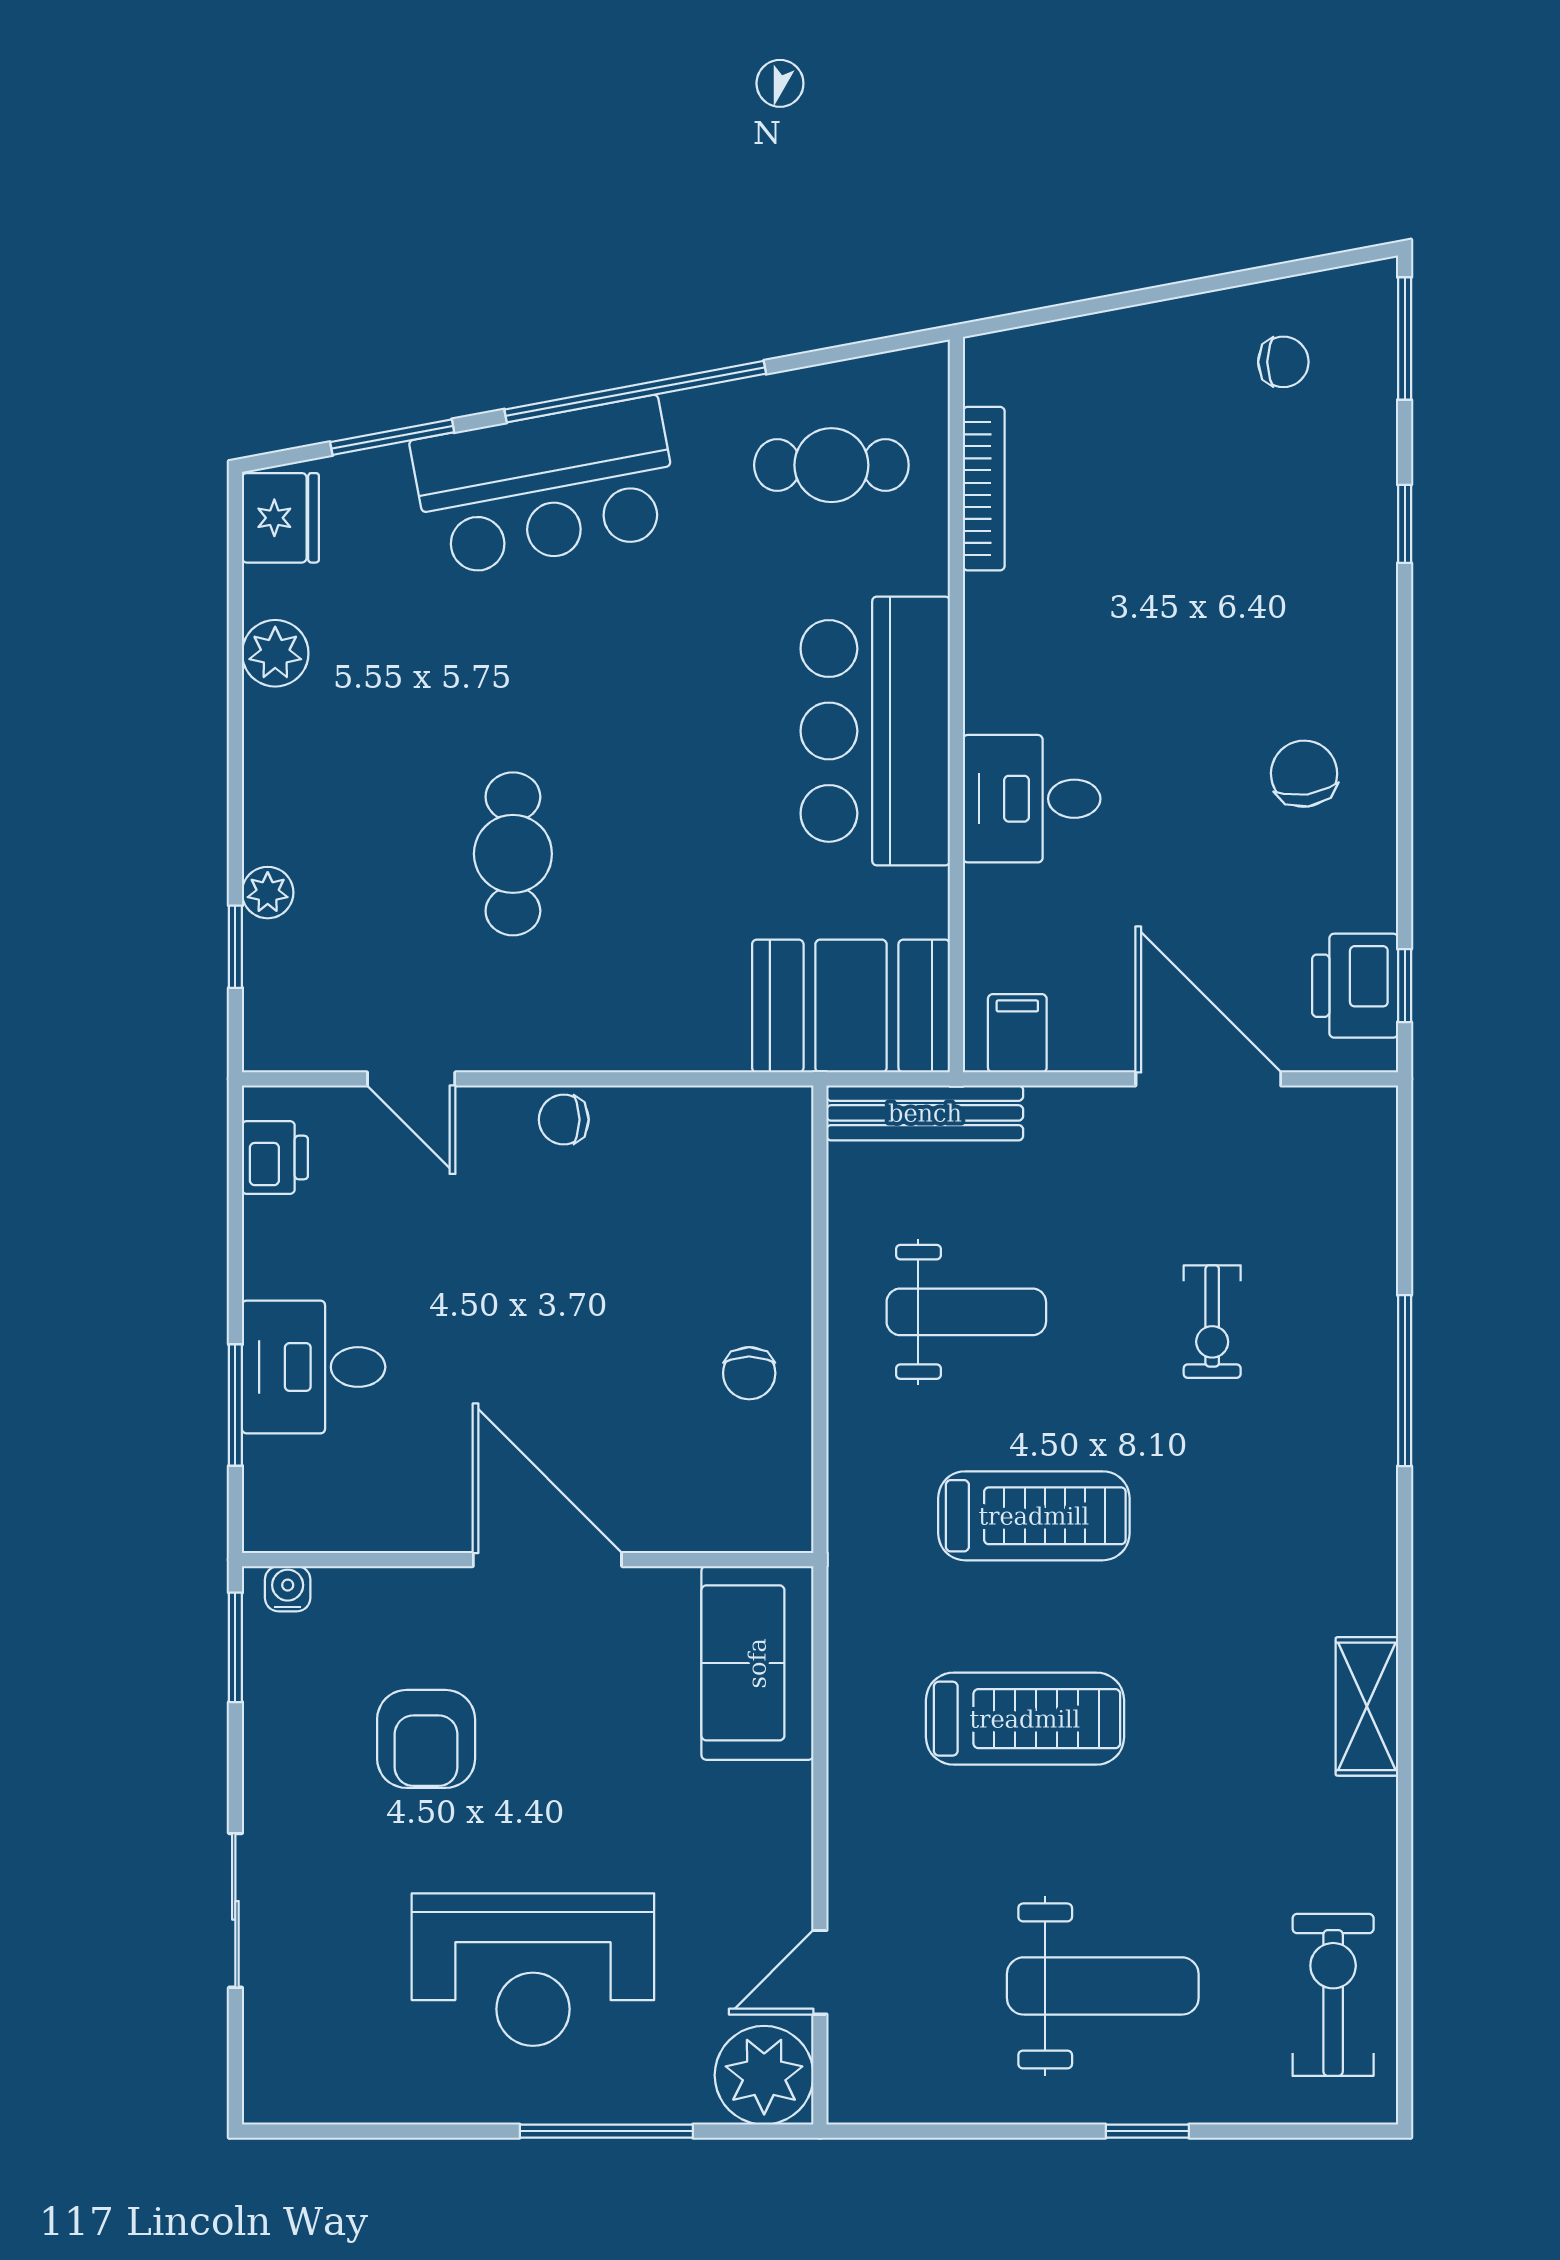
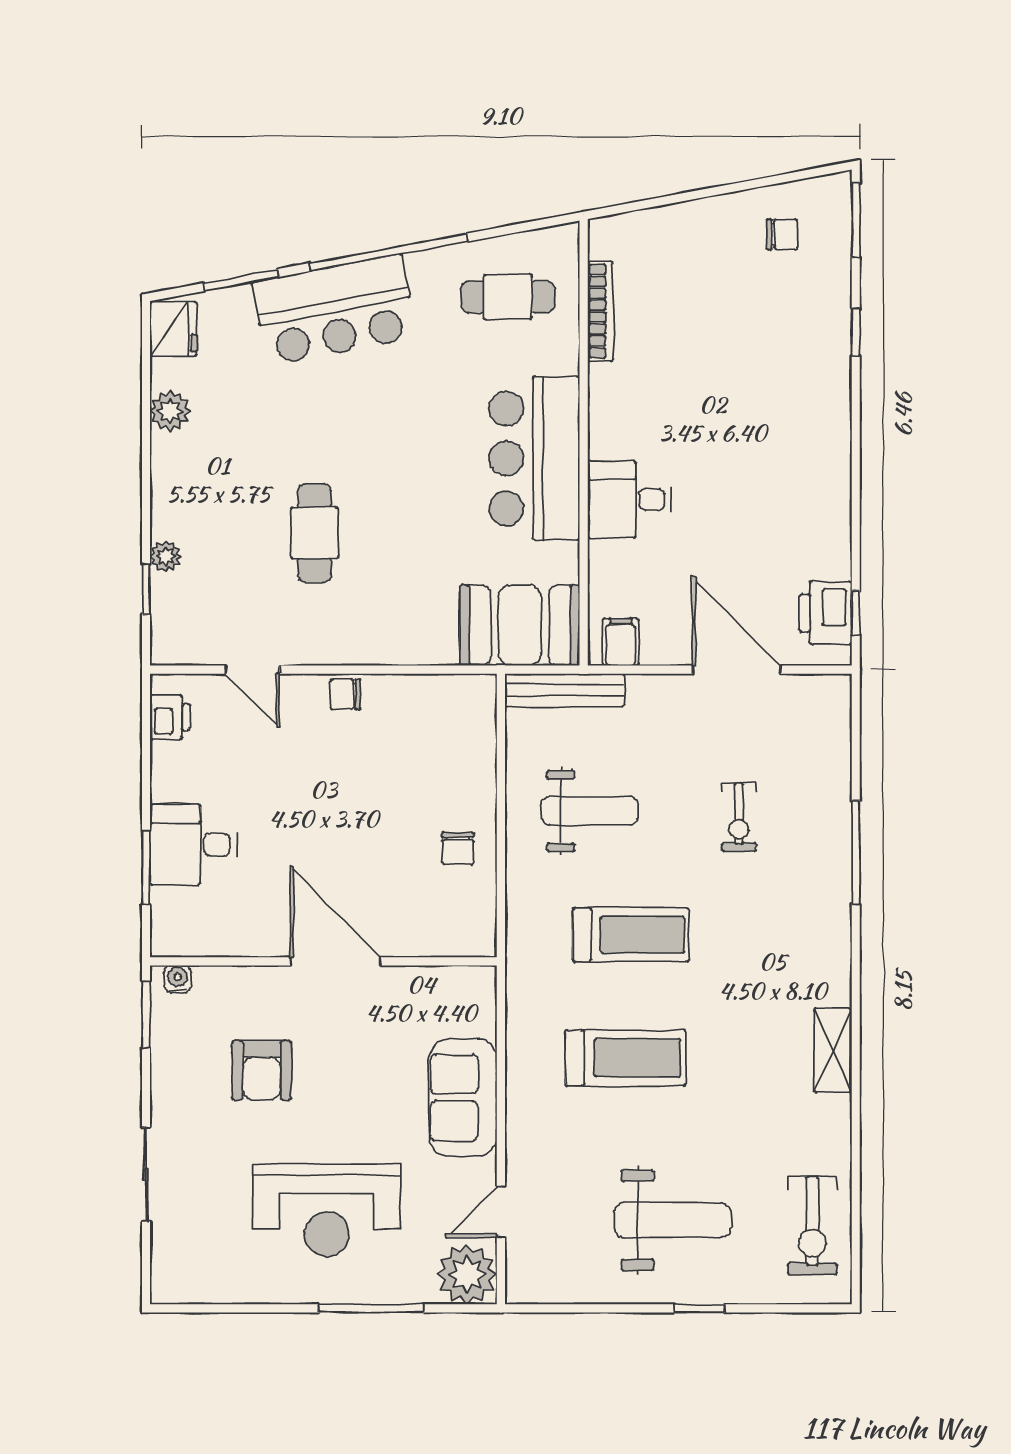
chair: (1304, 774) -> (795, 484), removed
sofa: (757, 1663) -> (463, 1098), moved
exercise bike: (1333, 1995) -> (812, 1226), turned 180

